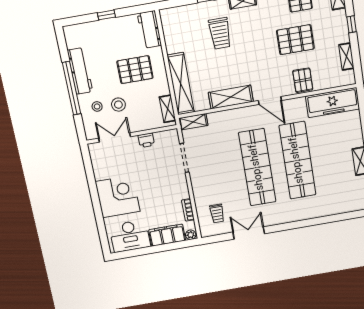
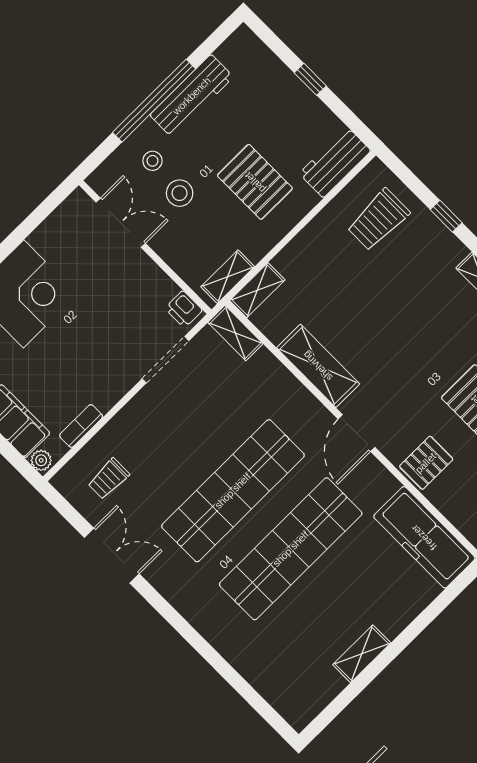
trolley: (220, 33) -> (378, 220), moved
shelving: (181, 84) -> (257, 290), width x0.45, depth x0.75
printer: (146, 140) -> (184, 309), moved

